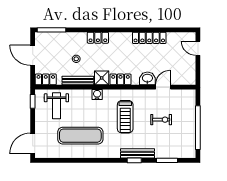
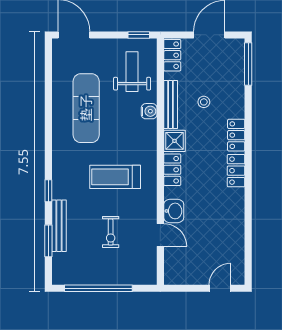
locker: (149, 38) -> (236, 171), moved, width x0.66
water cooler: (97, 95) -> (149, 111), moved
weight bench: (56, 106) -> (132, 72), turned 90
bench: (137, 153) -> (59, 226), moved

